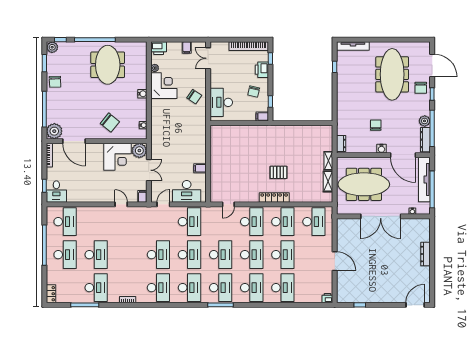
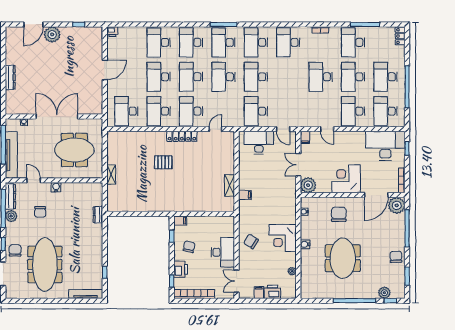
plant: (52, 47) -> (384, 293), moved
printer: (159, 48) -> (272, 292), moved
double door: (208, 58) -> (237, 281), swing flipped
meeting table: (108, 65) -> (343, 258), moved
corner desk: (164, 86) -> (283, 238), moved
desk: (221, 102) -> (223, 252), moved
chair: (110, 123) -> (339, 214), turned 51
chair: (376, 125) -> (40, 212), moved
door: (74, 141) -> (376, 195), swing flipped
dresser: (341, 143) -> (98, 215), moved
door: (403, 155) -> (34, 180), width x0.53
corner desk: (117, 157) -> (346, 179), moved
filing cabinet: (200, 168) -> (245, 195), moved
shelving: (328, 181) -> (230, 185), moved
meeting table: (364, 184) -> (74, 150), width x0.73
desk: (56, 192) -> (385, 146), width x1.87, depth x1.30
locker: (274, 197) -> (182, 136), moved
door: (163, 204) -> (283, 129), hinge flipped
desk: (96, 222) -> (353, 111), added
desk: (158, 255) -> (321, 77), moved
door: (335, 261) -> (105, 70), swing flipped
plant: (385, 295) -> (52, 35), added
door: (415, 305) -> (33, 24), moved

